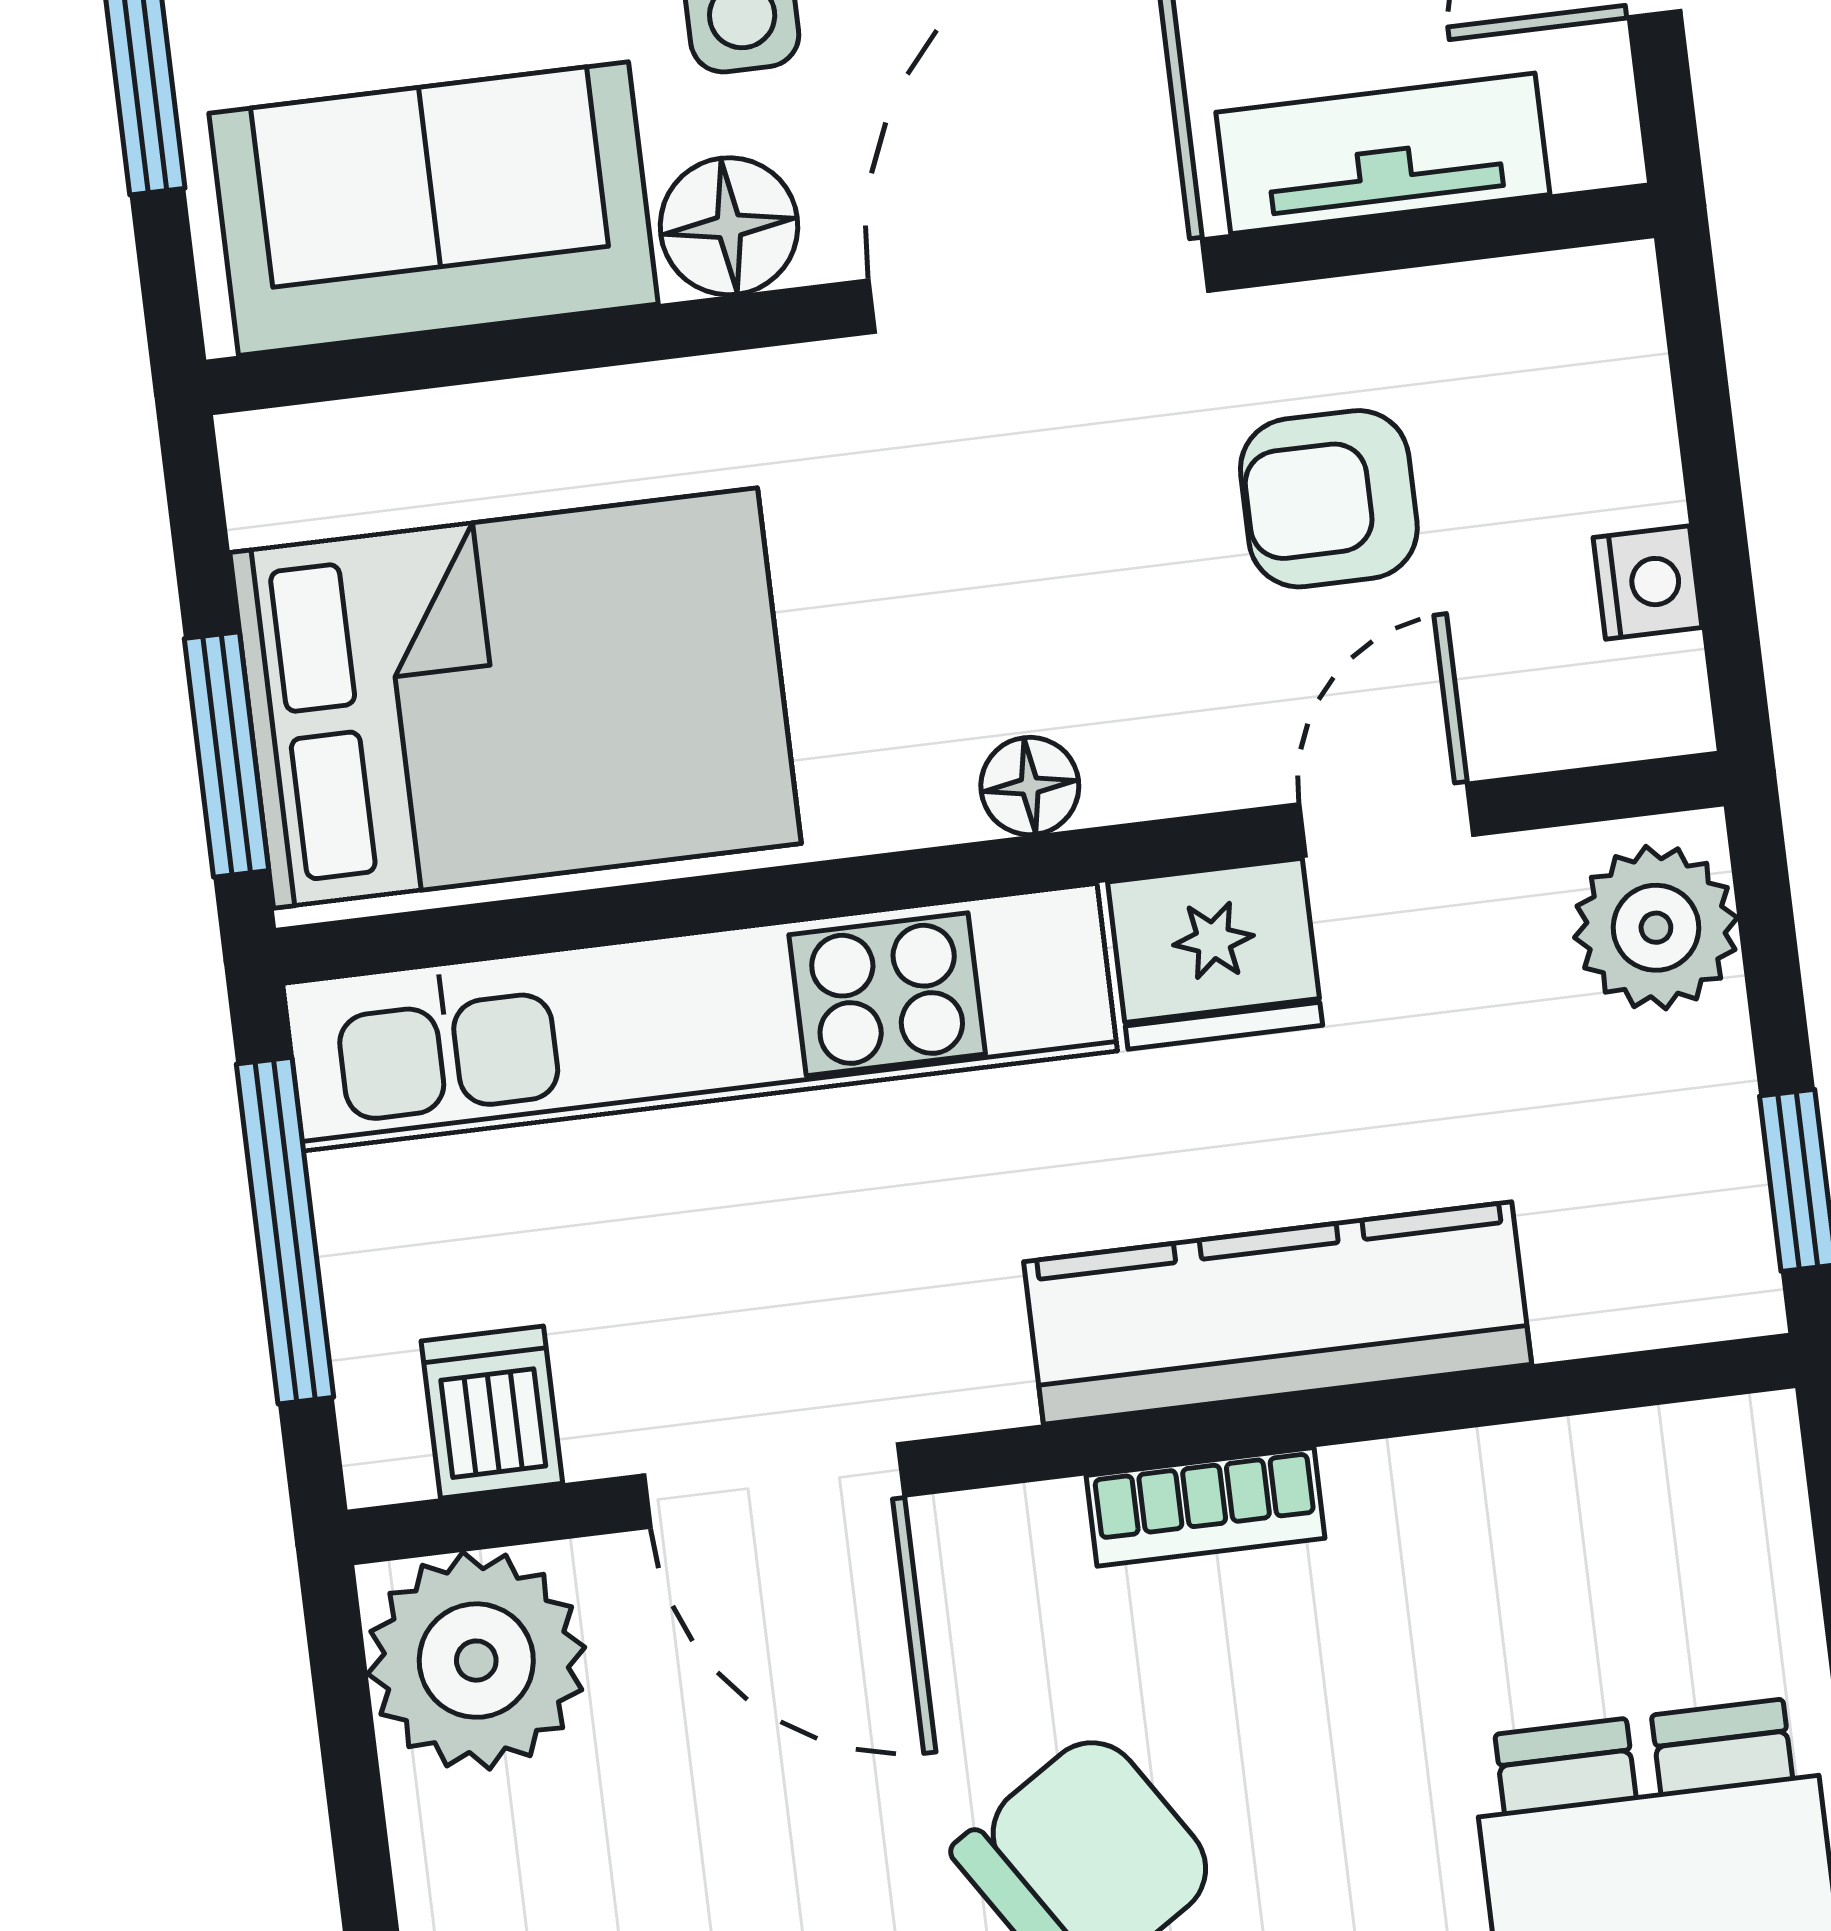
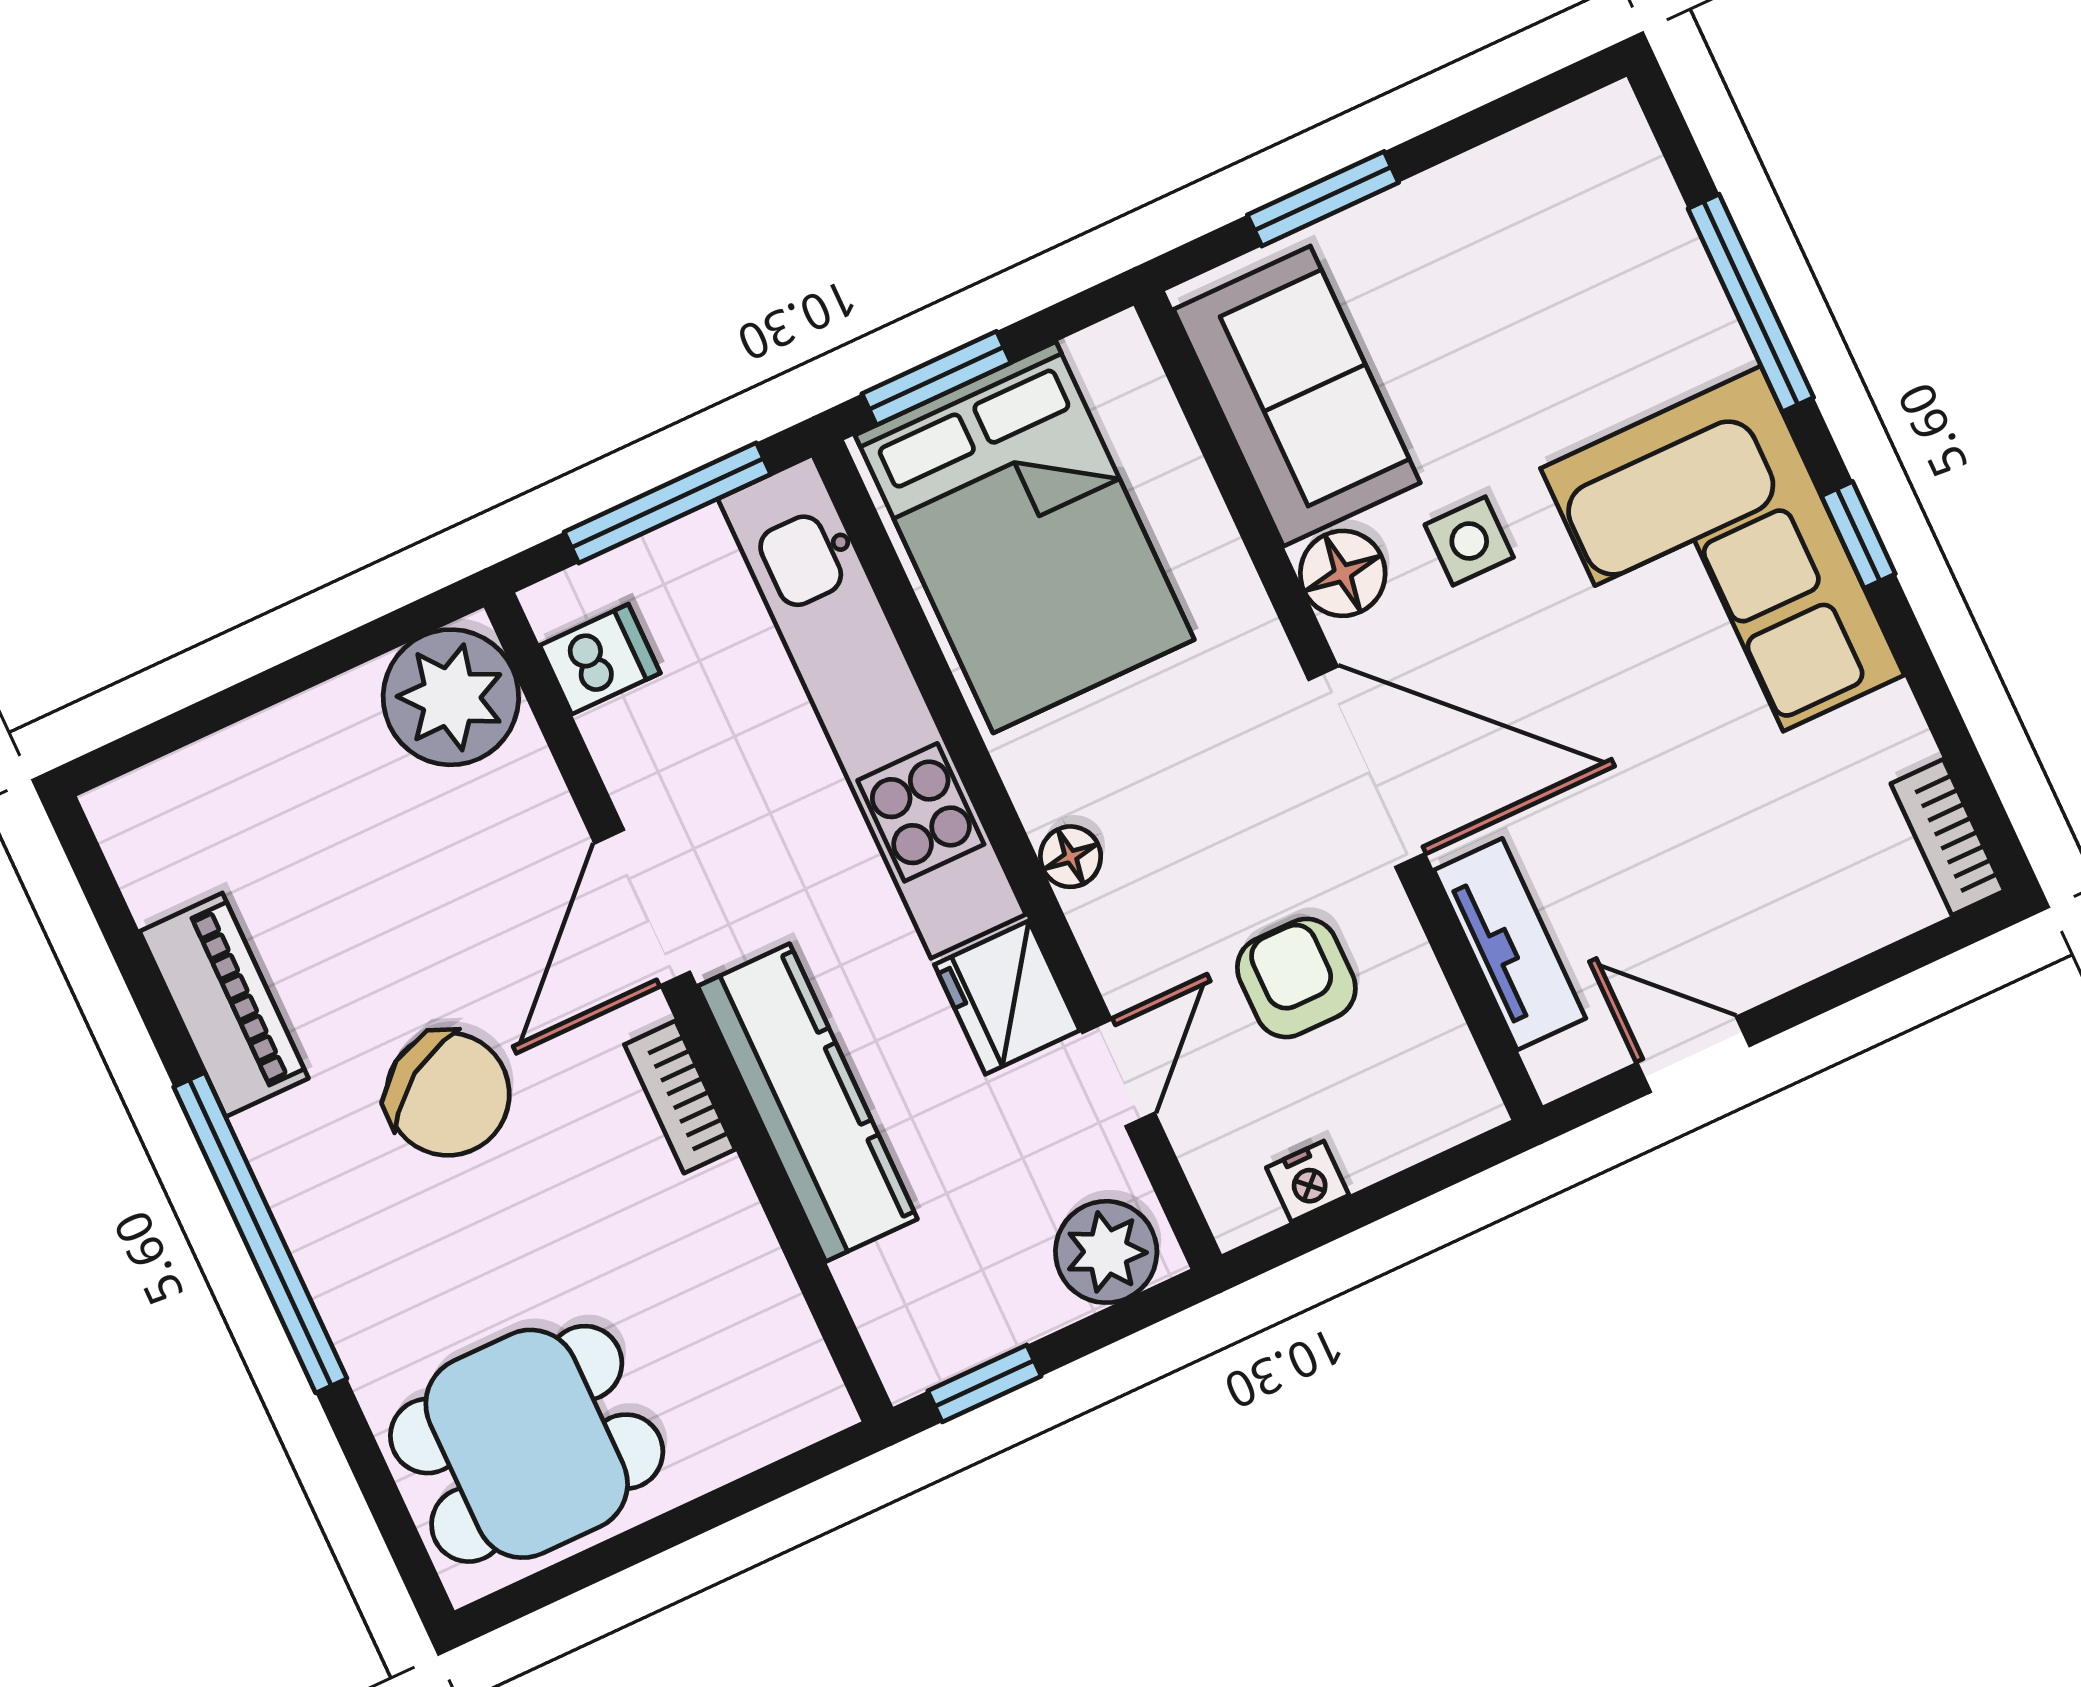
door: (1386, 820) -> (1119, 1073), hinge flipped
door: (774, 1485) -> (642, 908), moved

